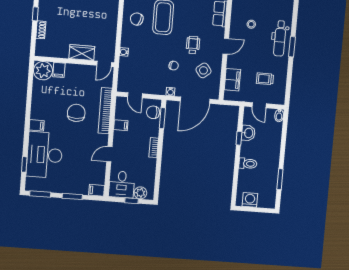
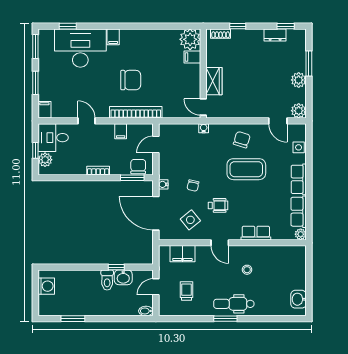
wardrobe: (82, 53) -> (214, 81), moved
wall: (74, 61) -> (203, 74), moved
door: (104, 64) -> (203, 107), moved
filing cabinet: (59, 70) -> (192, 57), moved
plant: (43, 71) -> (190, 39), moved
toilet: (248, 164) -> (107, 280), moved

